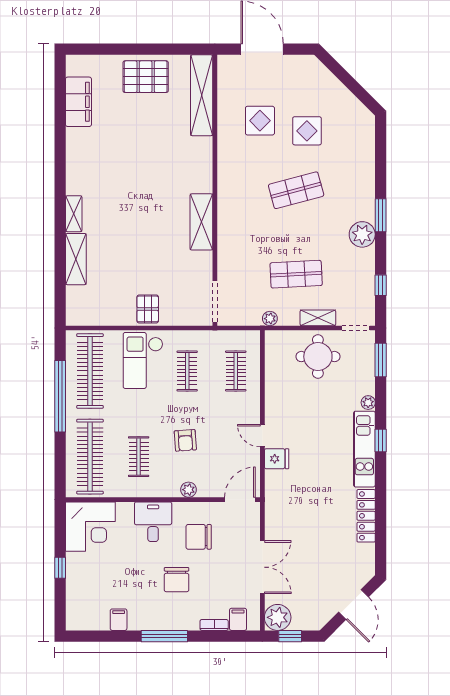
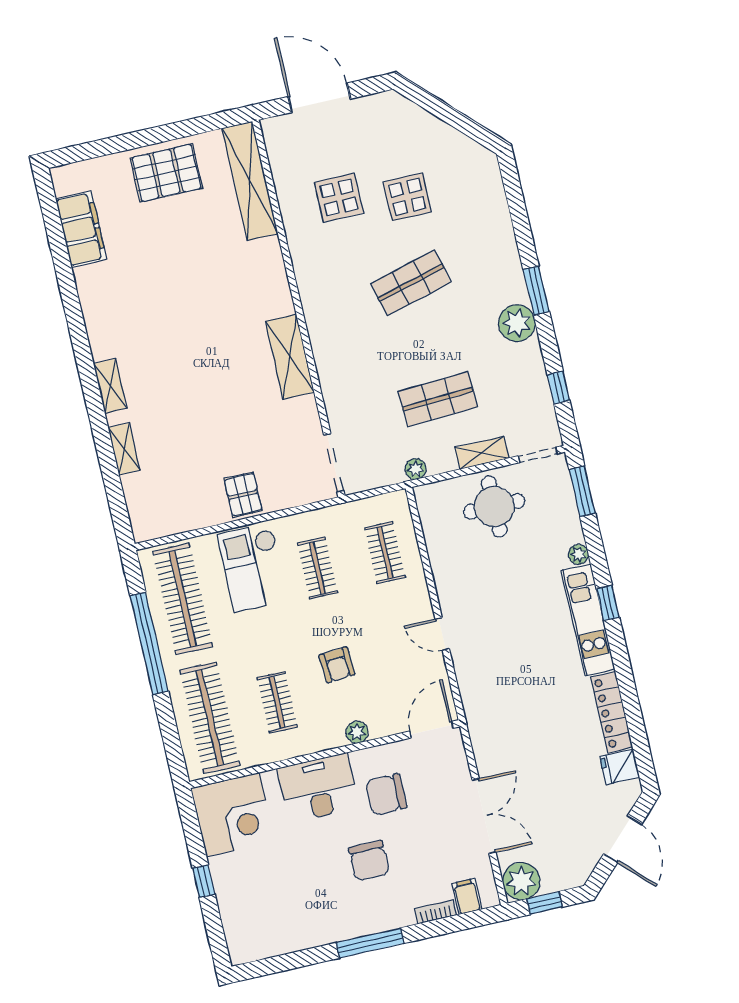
shelving: (76, 259) -> (124, 449), width x0.67, depth x0.75
fridge: (277, 459) -> (620, 767), moved, turned 180
desk: (153, 522) -> (318, 788), width x1.37
filing cabinet: (119, 620) -> (301, 935), removed

